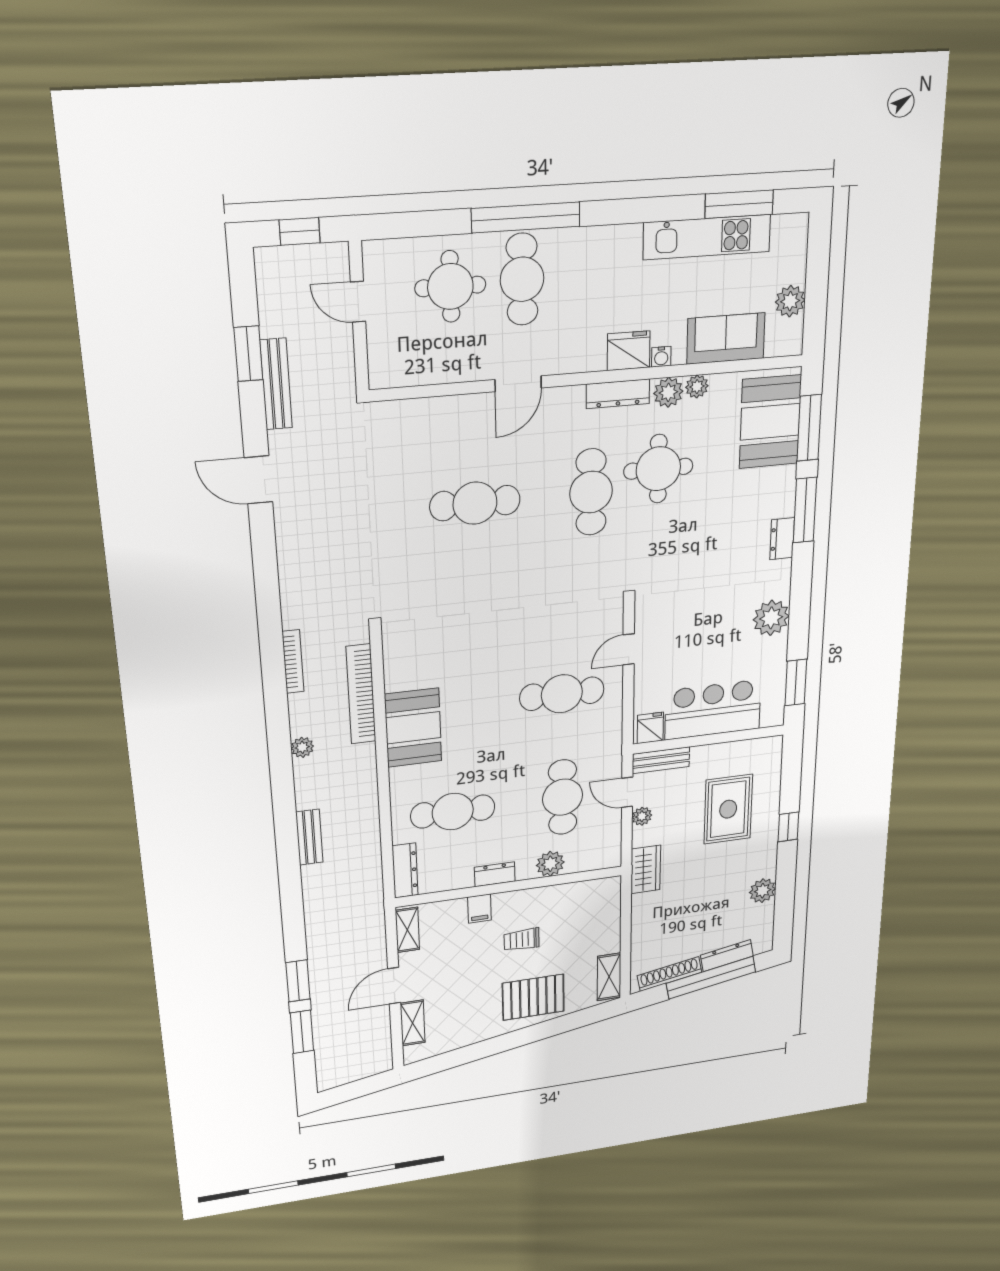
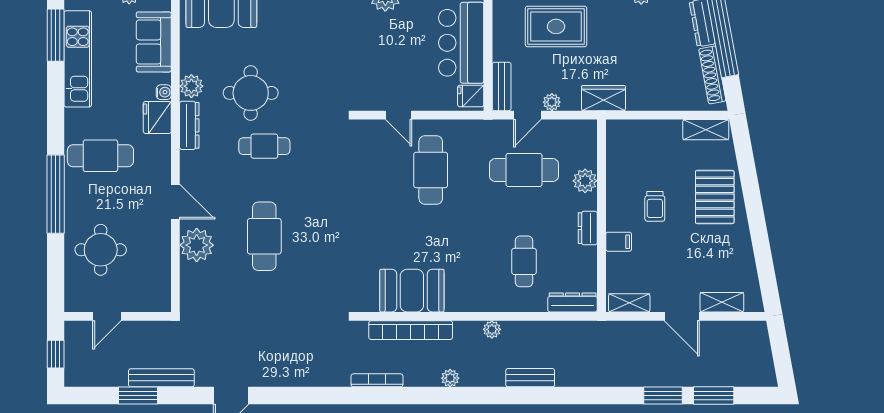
cafe table: (522, 279) -> (100, 156), moved
plant: (697, 387) -> (197, 245), moved, width x1.87, depth x1.87
cafe table: (591, 492) -> (264, 146), width x0.73, depth x0.74
booth: (413, 728) -> (412, 291), moved
plant: (367, 787) -> (492, 329), added
cafe table: (453, 812) -> (524, 261), width x0.73, depth x0.74

